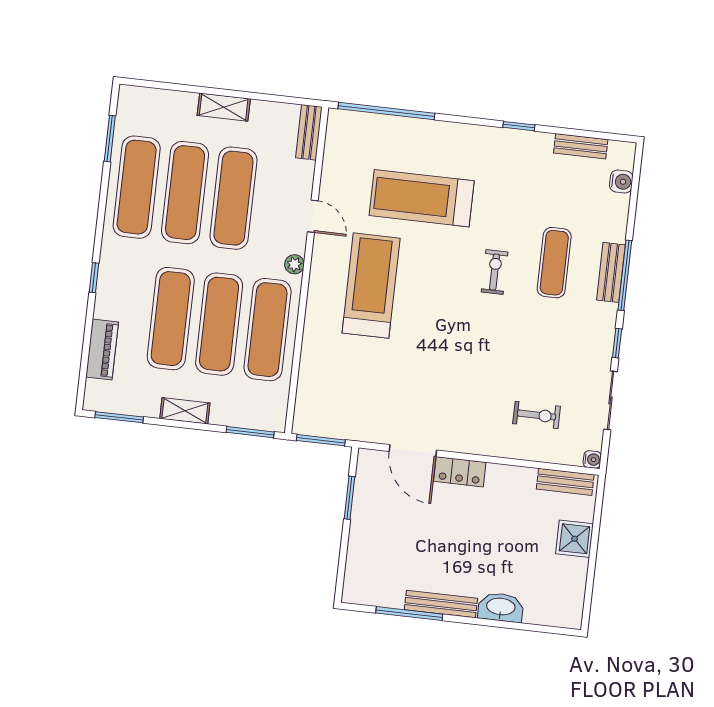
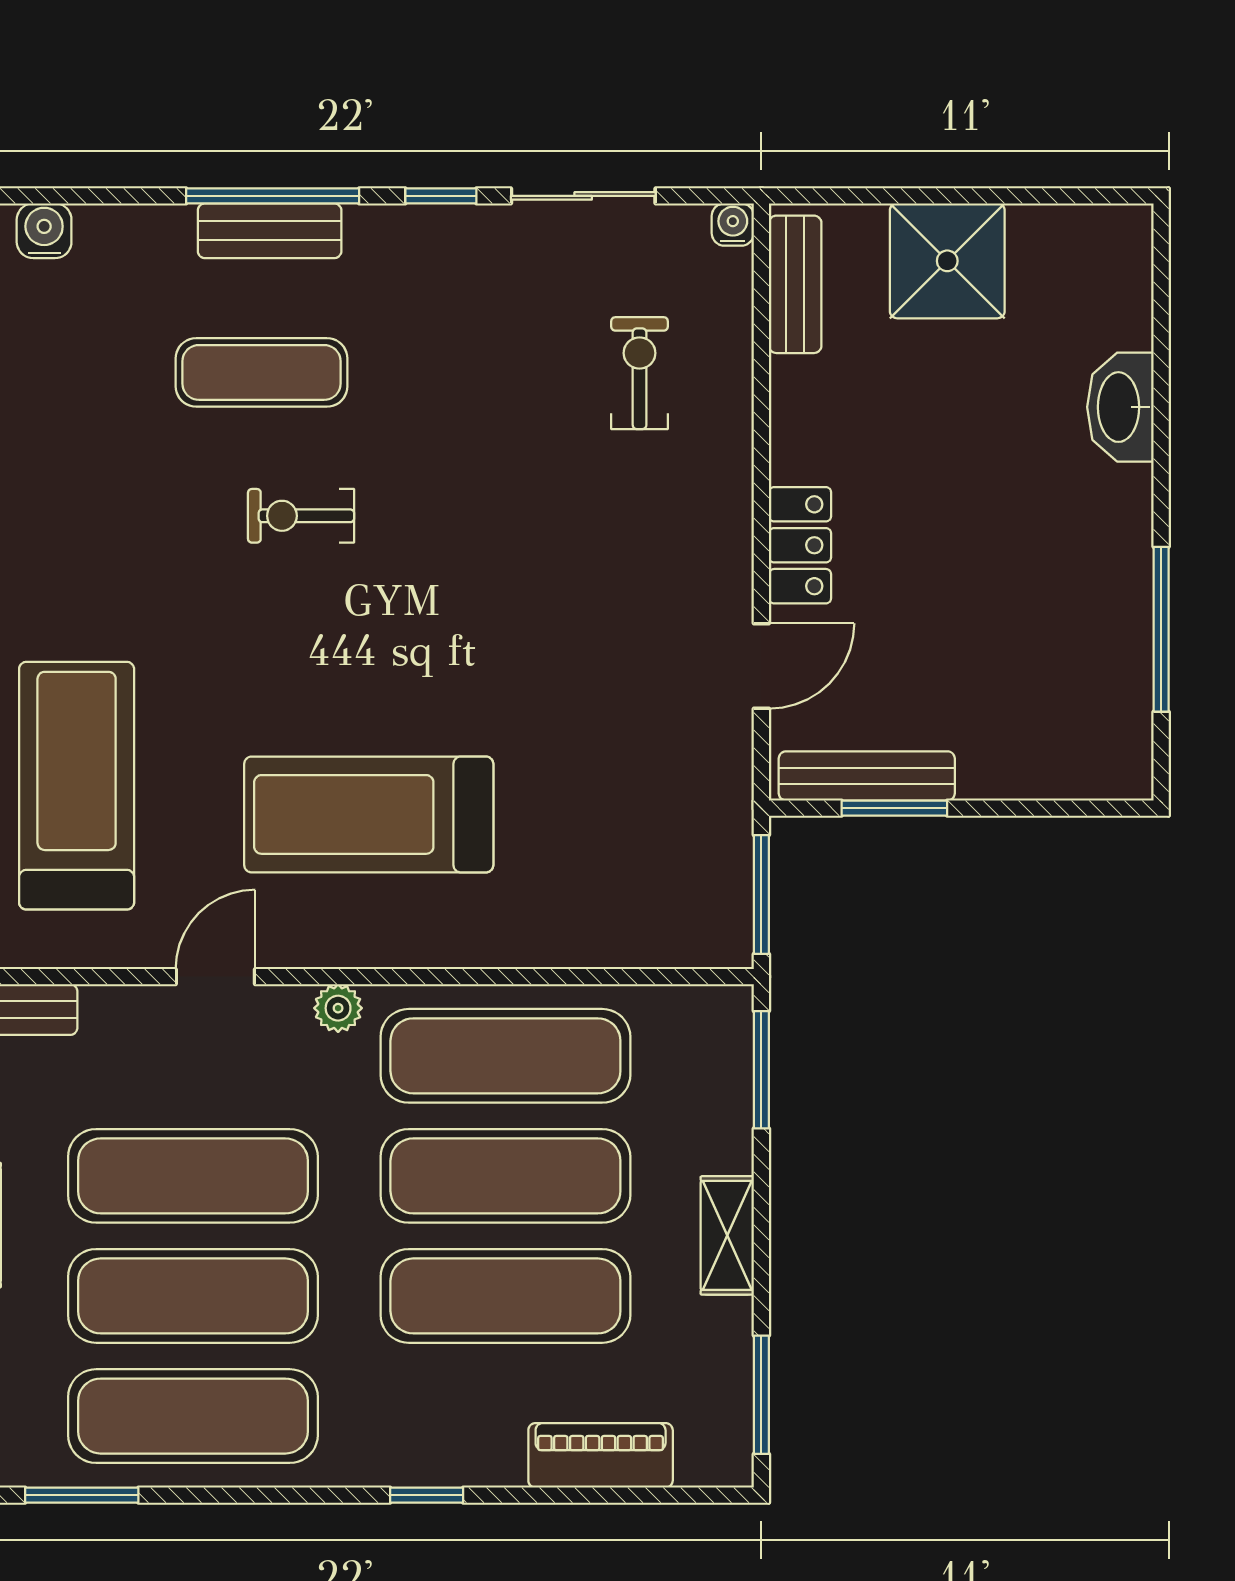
treadmill: (422, 198) -> (77, 786), moved, turned 180
door: (413, 451) -> (761, 666), width x0.73
shower: (575, 539) -> (947, 261), width x1.36, depth x1.36
bench: (441, 604) -> (867, 776), moved, turned 90

